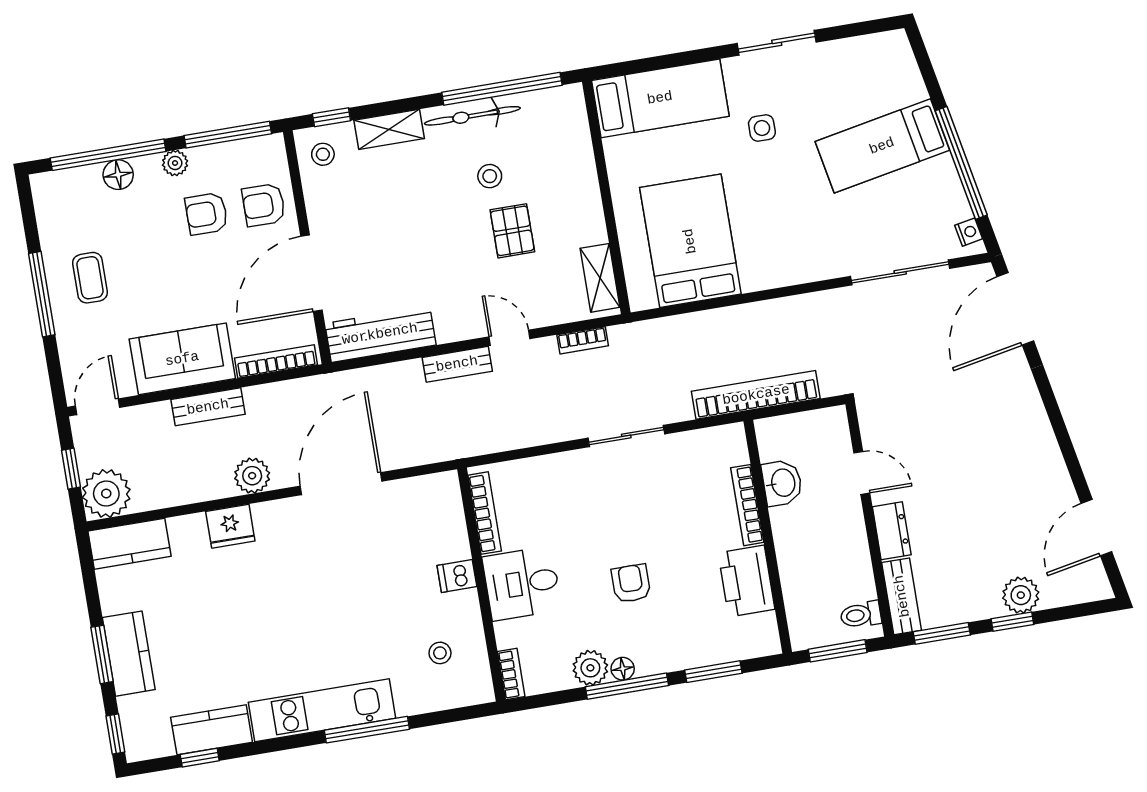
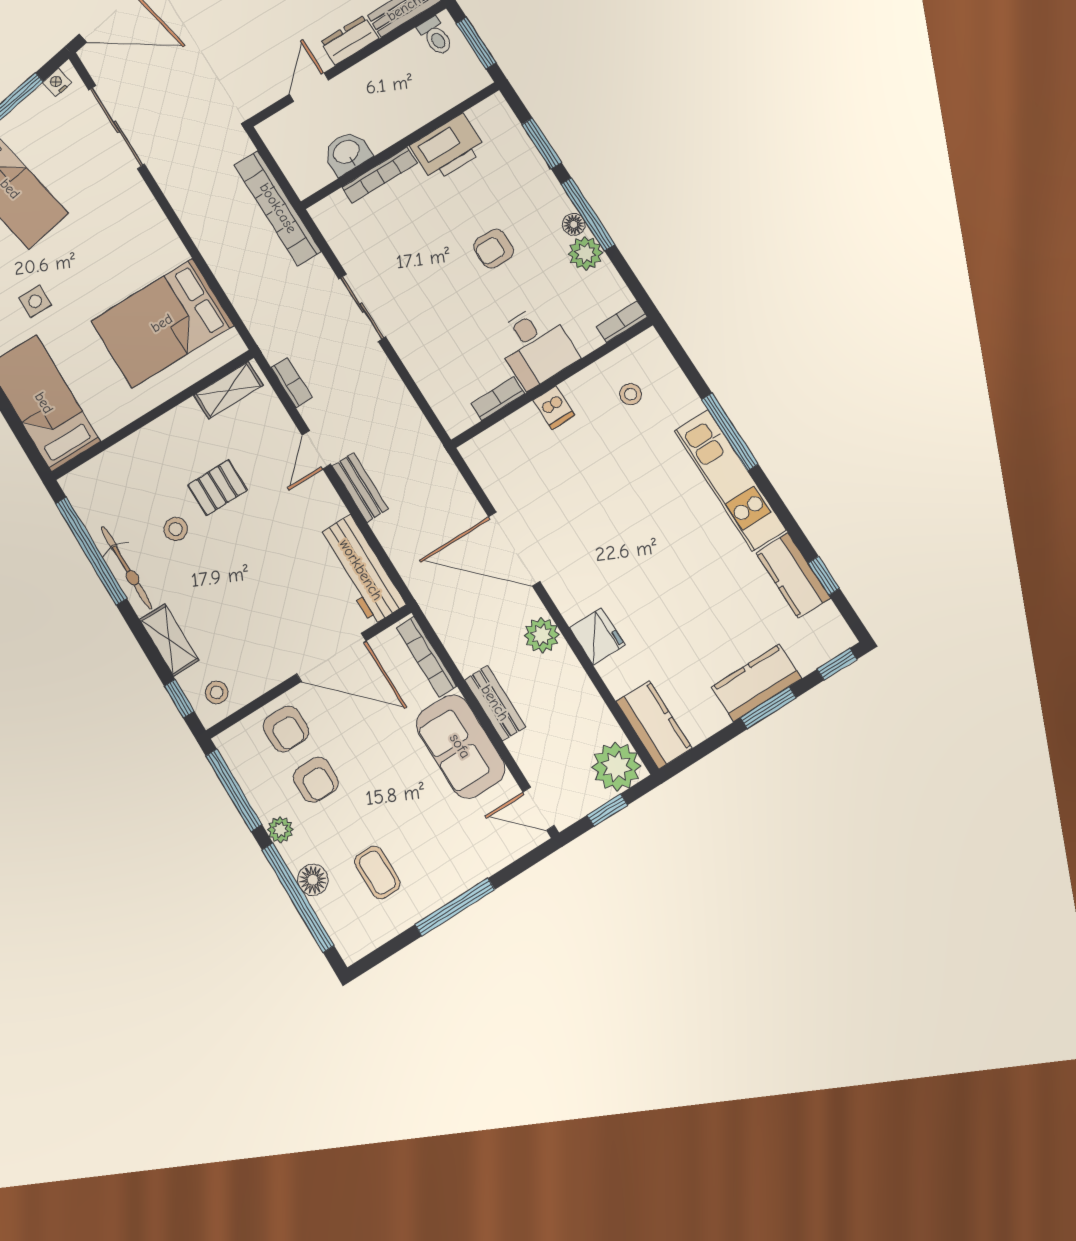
coffee table: (90, 278) -> (377, 873), moved, turned 90
bookcase: (485, 513) -> (498, 399), width x0.64

